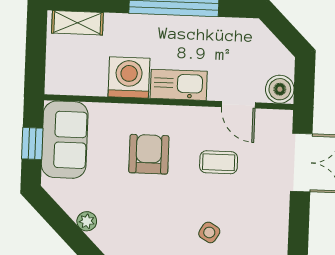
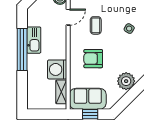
shelving: (77, 23) -> (61, 92), moved
kitchen sink: (179, 85) -> (34, 40), moved, turned 180
plant: (87, 221) -> (126, 81), width x1.87, depth x1.87

